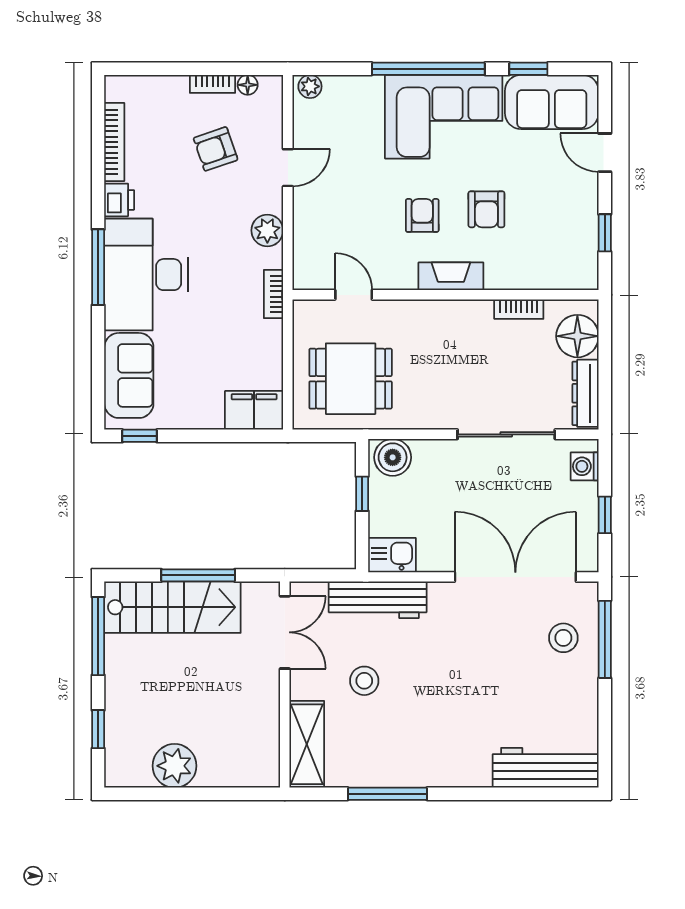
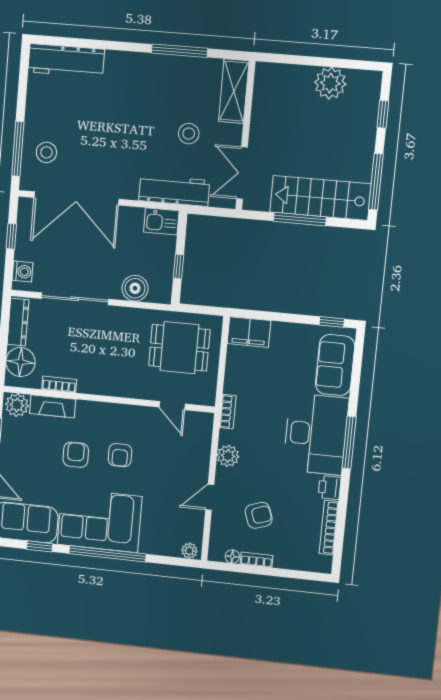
plant: (578, 273) -> (17, 405), added
fireplace: (451, 276) -> (53, 406), moved
boiler: (393, 457) -> (135, 288), moved

